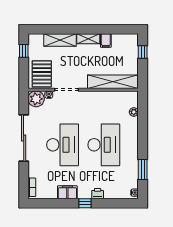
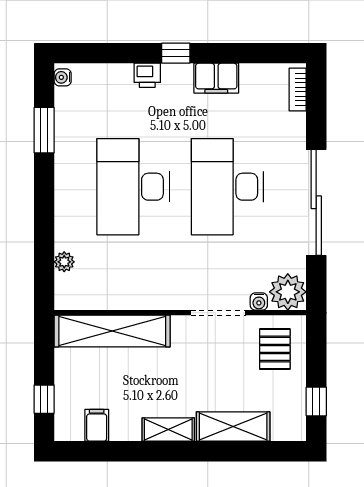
filing cabinet: (106, 41) -> (97, 425), moved
pallet: (42, 74) -> (275, 349), width x0.67, depth x0.71

